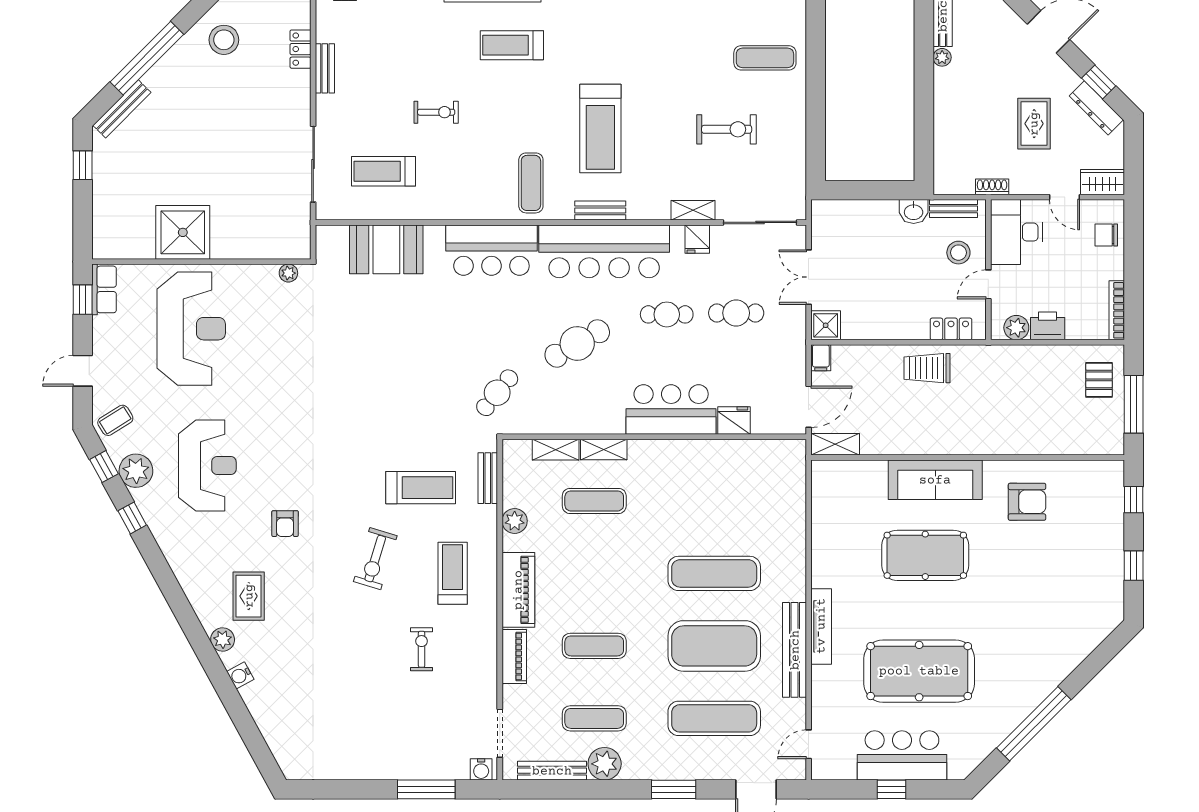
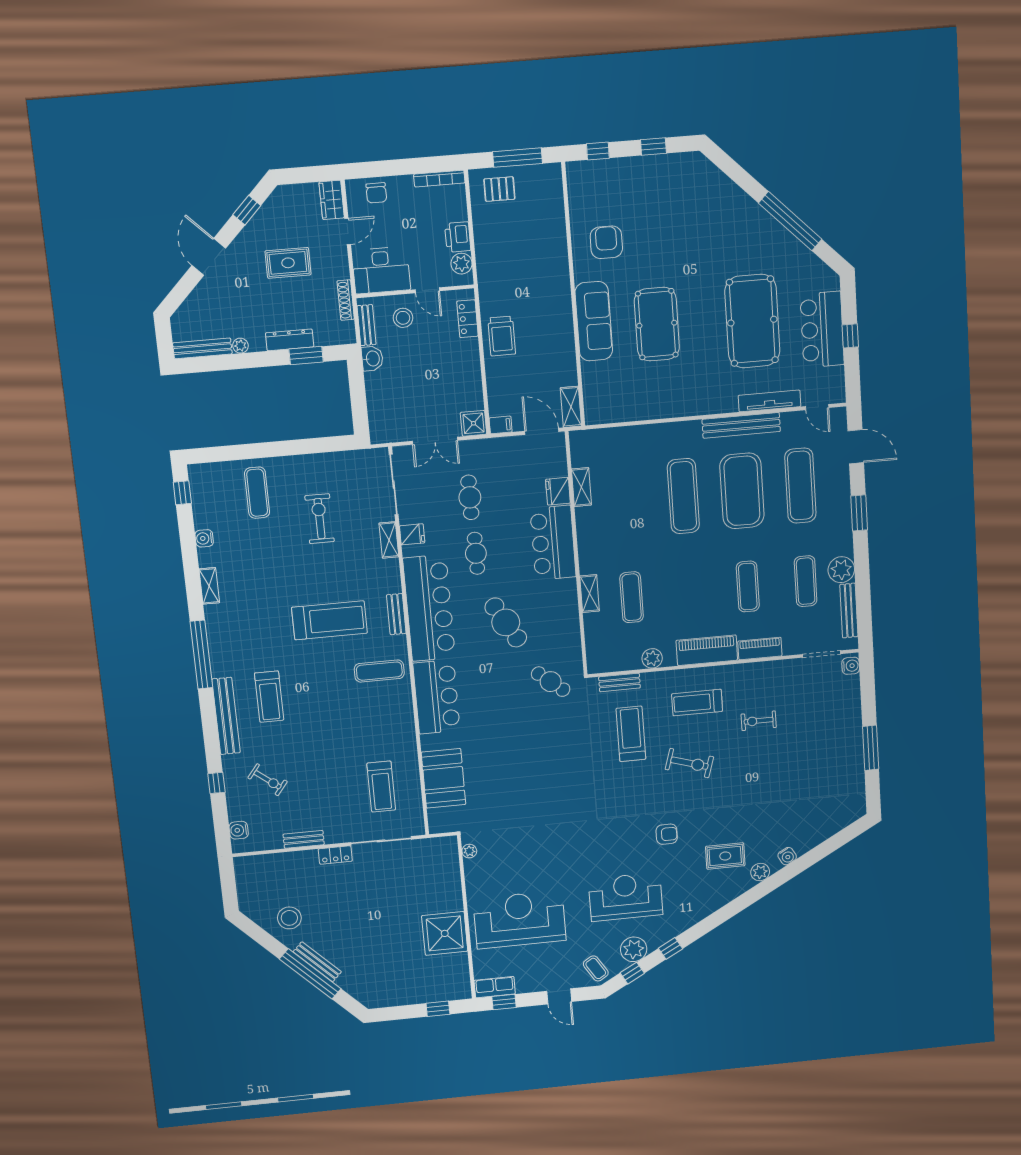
locker: (300, 49) -> (335, 855), moved
dresser: (1096, 108) -> (290, 340), moved, turned -135
bench: (122, 109) -> (317, 962), moved
exercise bike: (436, 112) -> (268, 780), moved, turned 128
window: (924, 133) -> (306, 355), added
window: (83, 165) -> (438, 1009), moved
shoe rack: (992, 187) -> (346, 300), width x1.43
shelving: (556, 450) -> (581, 487), moved
tv unit: (821, 626) -> (769, 401), moved
window: (426, 789) -> (871, 748), moved

